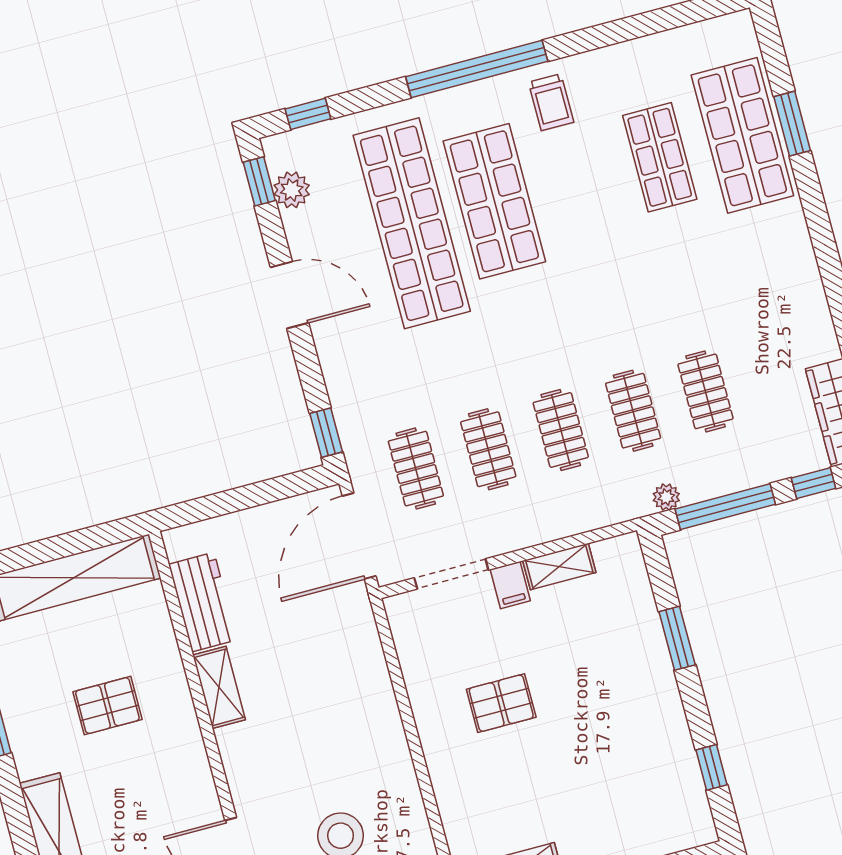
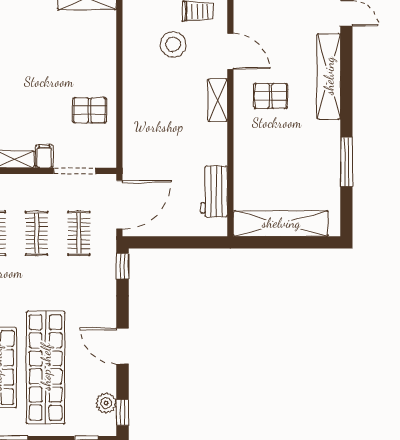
shelving: (219, 687) -> (218, 100), moved
pallet: (501, 703) -> (90, 110), moved
pallet: (107, 706) -> (271, 96), moved

